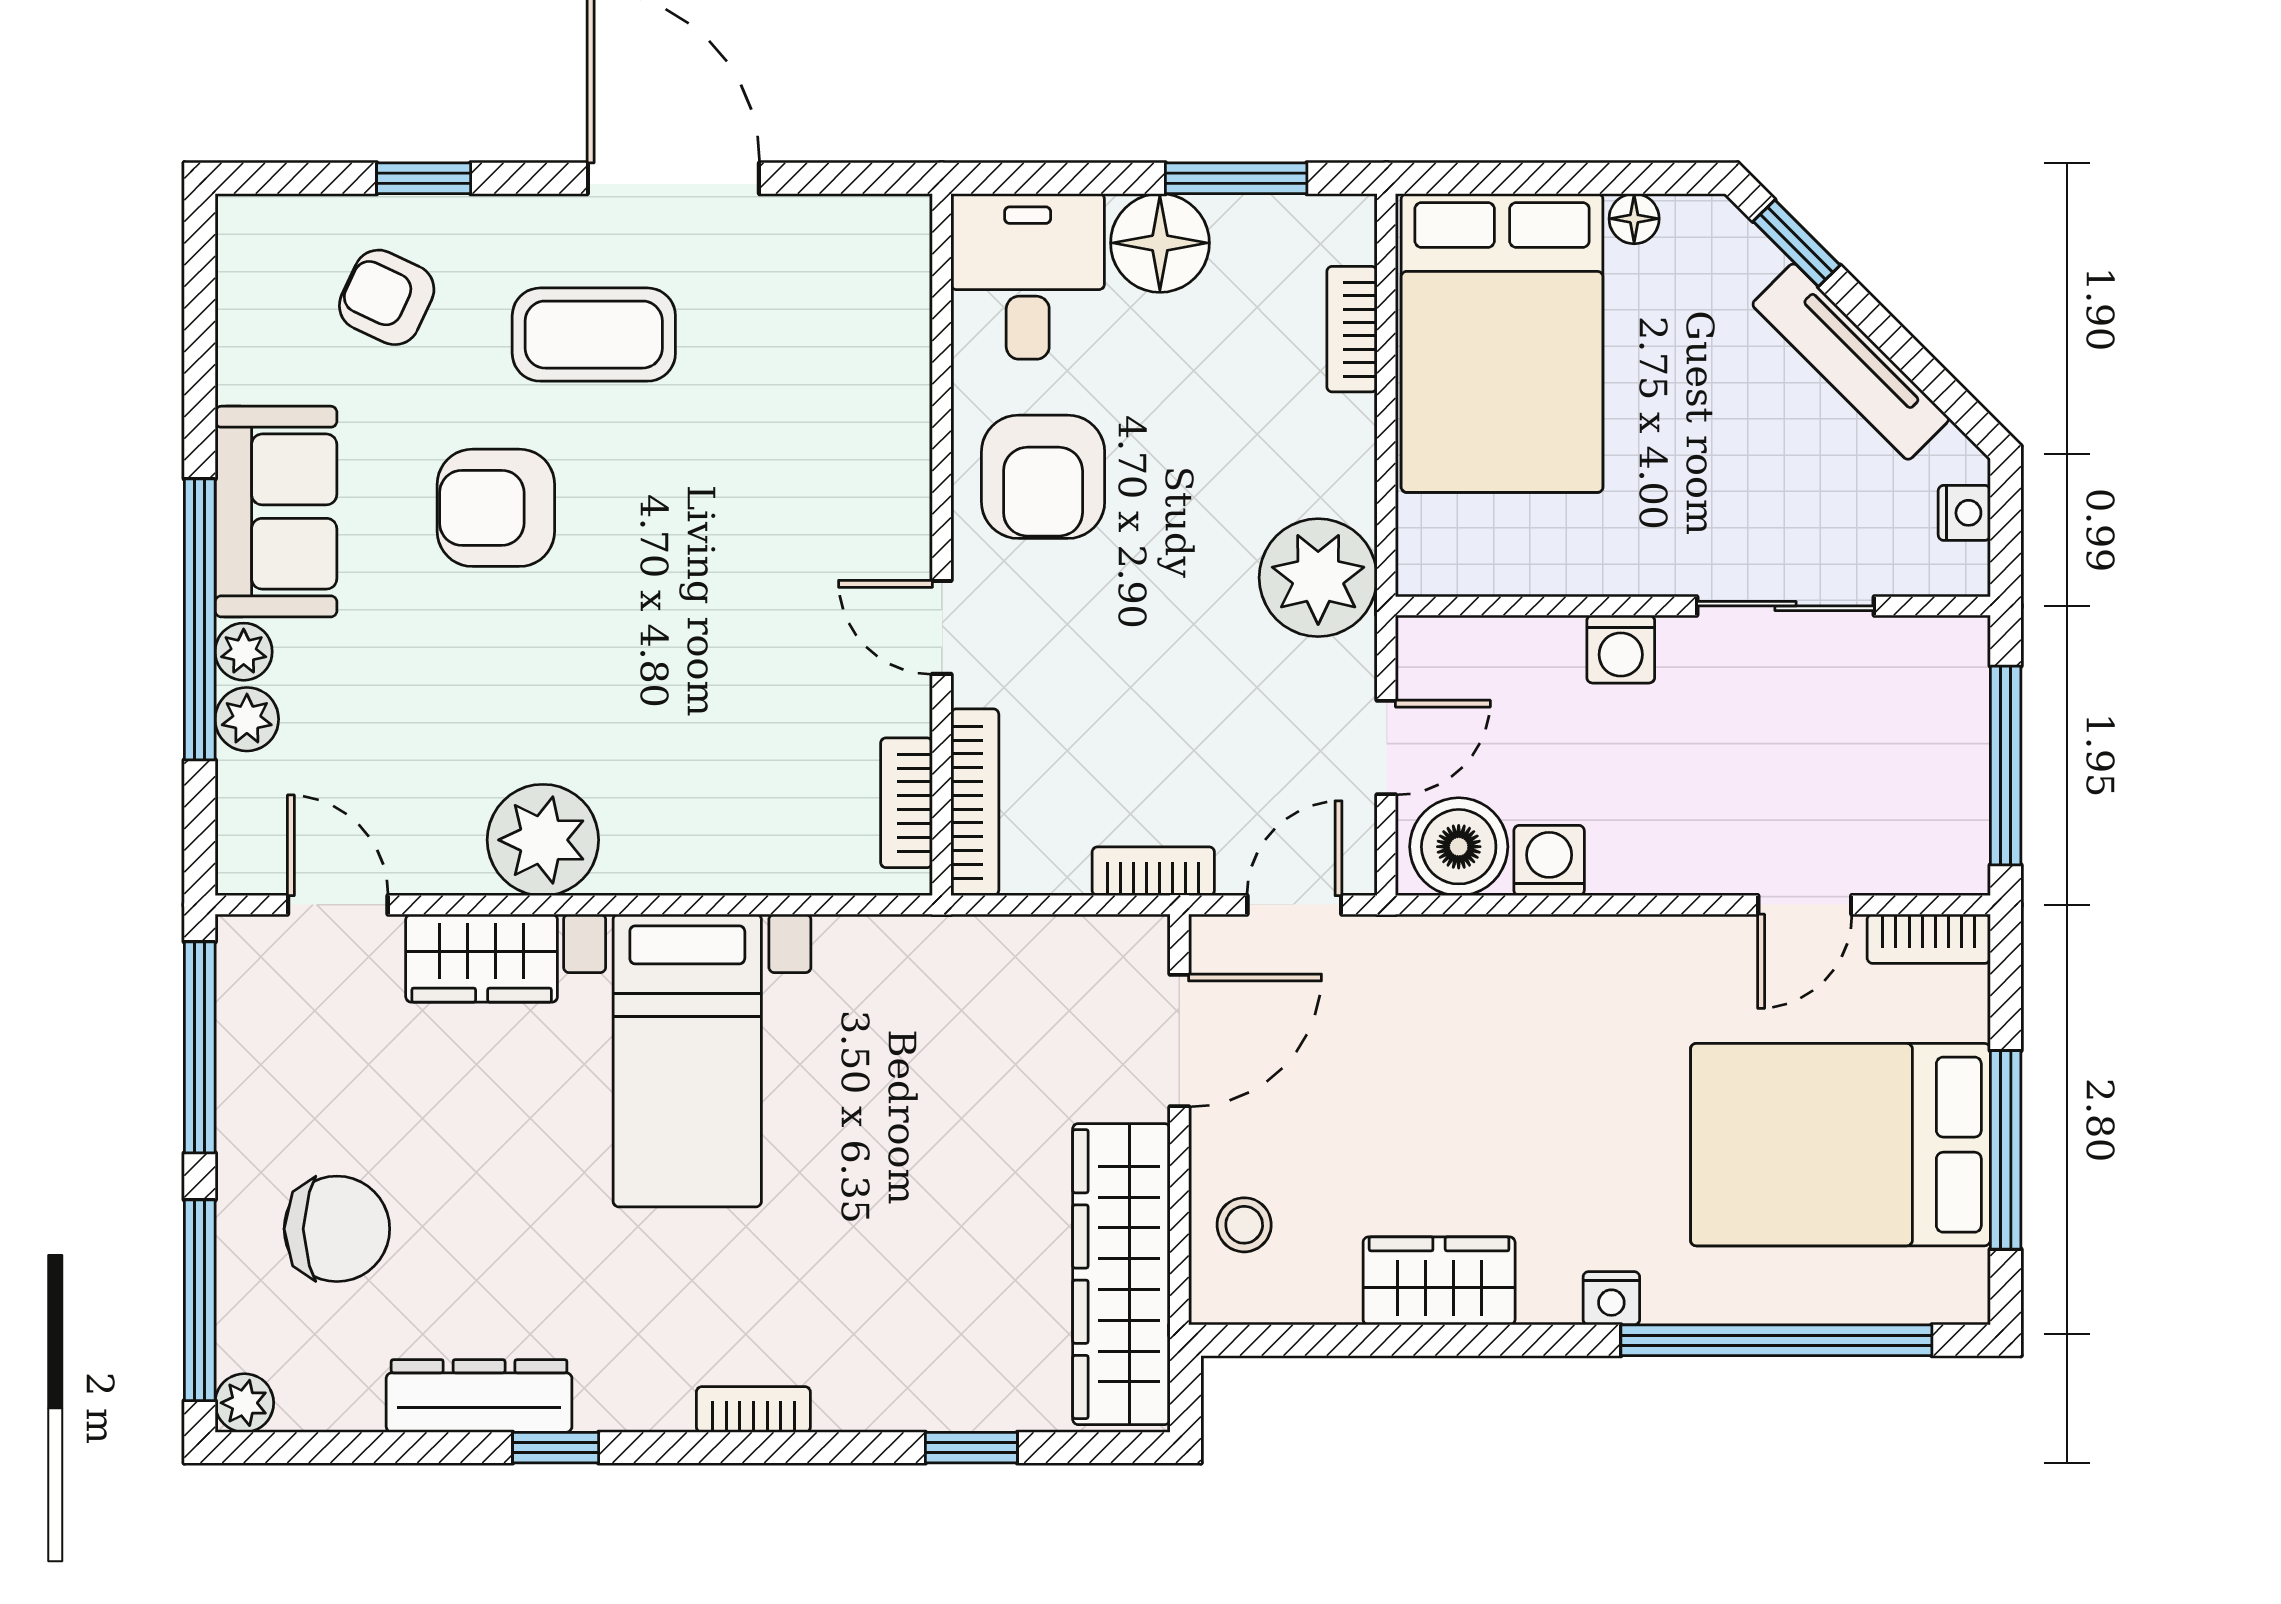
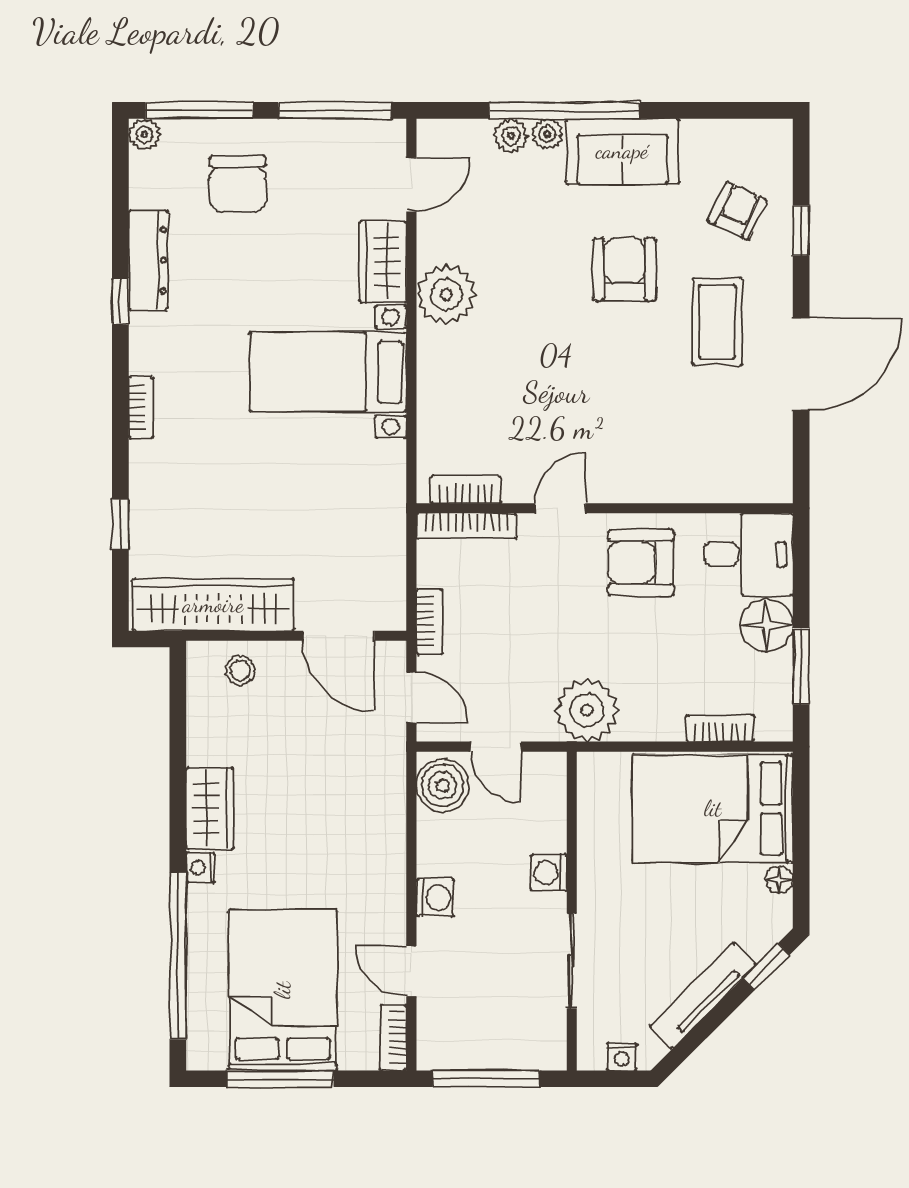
washing machine: (1549, 861) -> (435, 898), moved
wardrobe: (1439, 1281) -> (210, 808), moved

